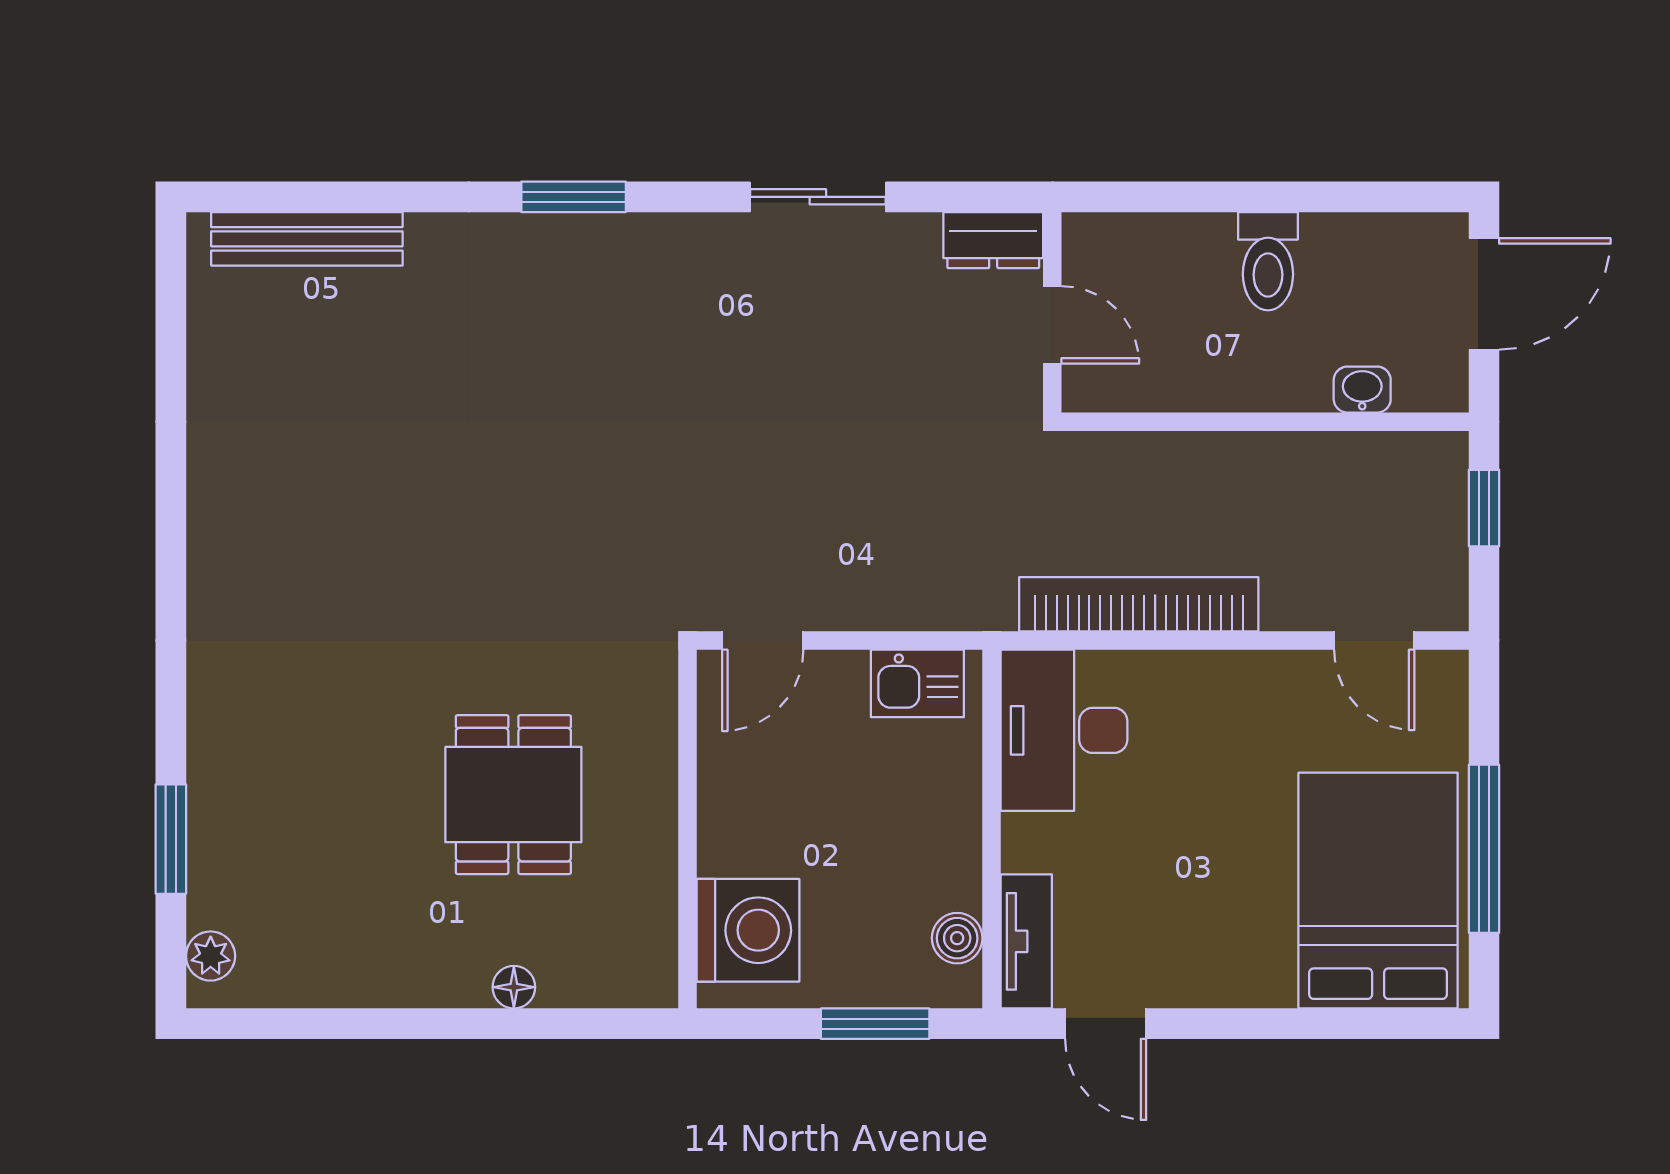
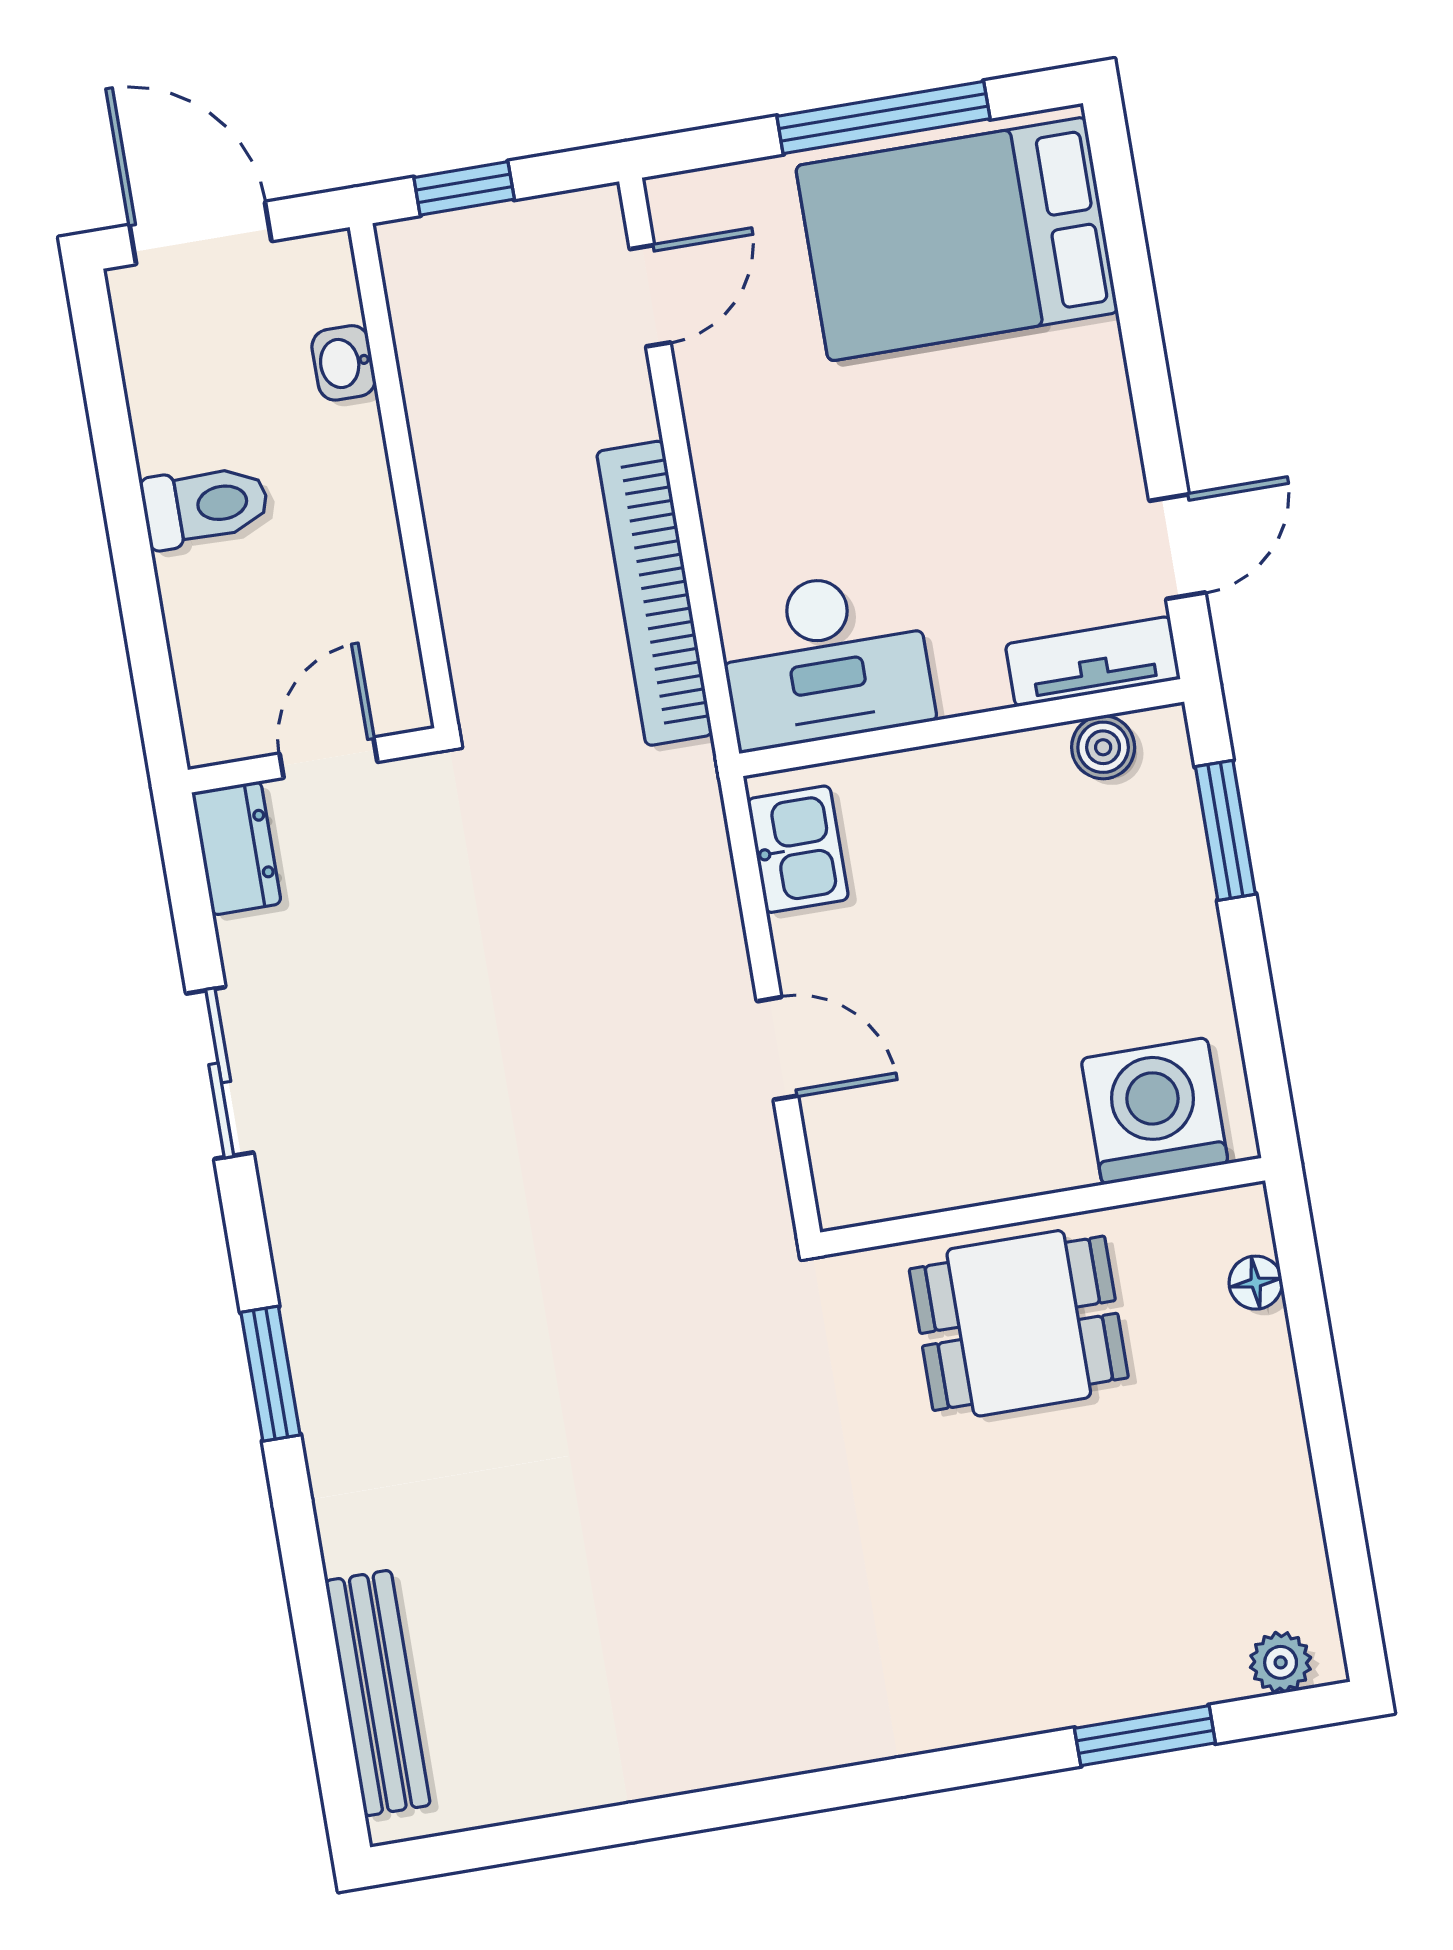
wall: (688, 829) -> (1043, 1206), moved
washing machine: (748, 930) -> (1155, 1111), moved

